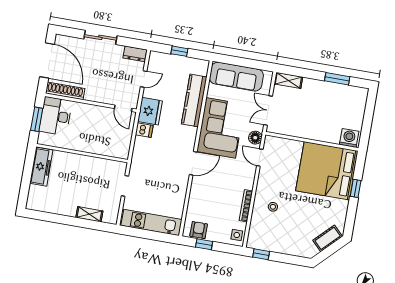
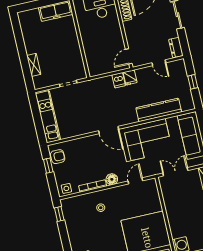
fridge: (150, 111) -> (130, 77), width x0.53, depth x0.75
floor lamp: (255, 138) -> (112, 179), moved

